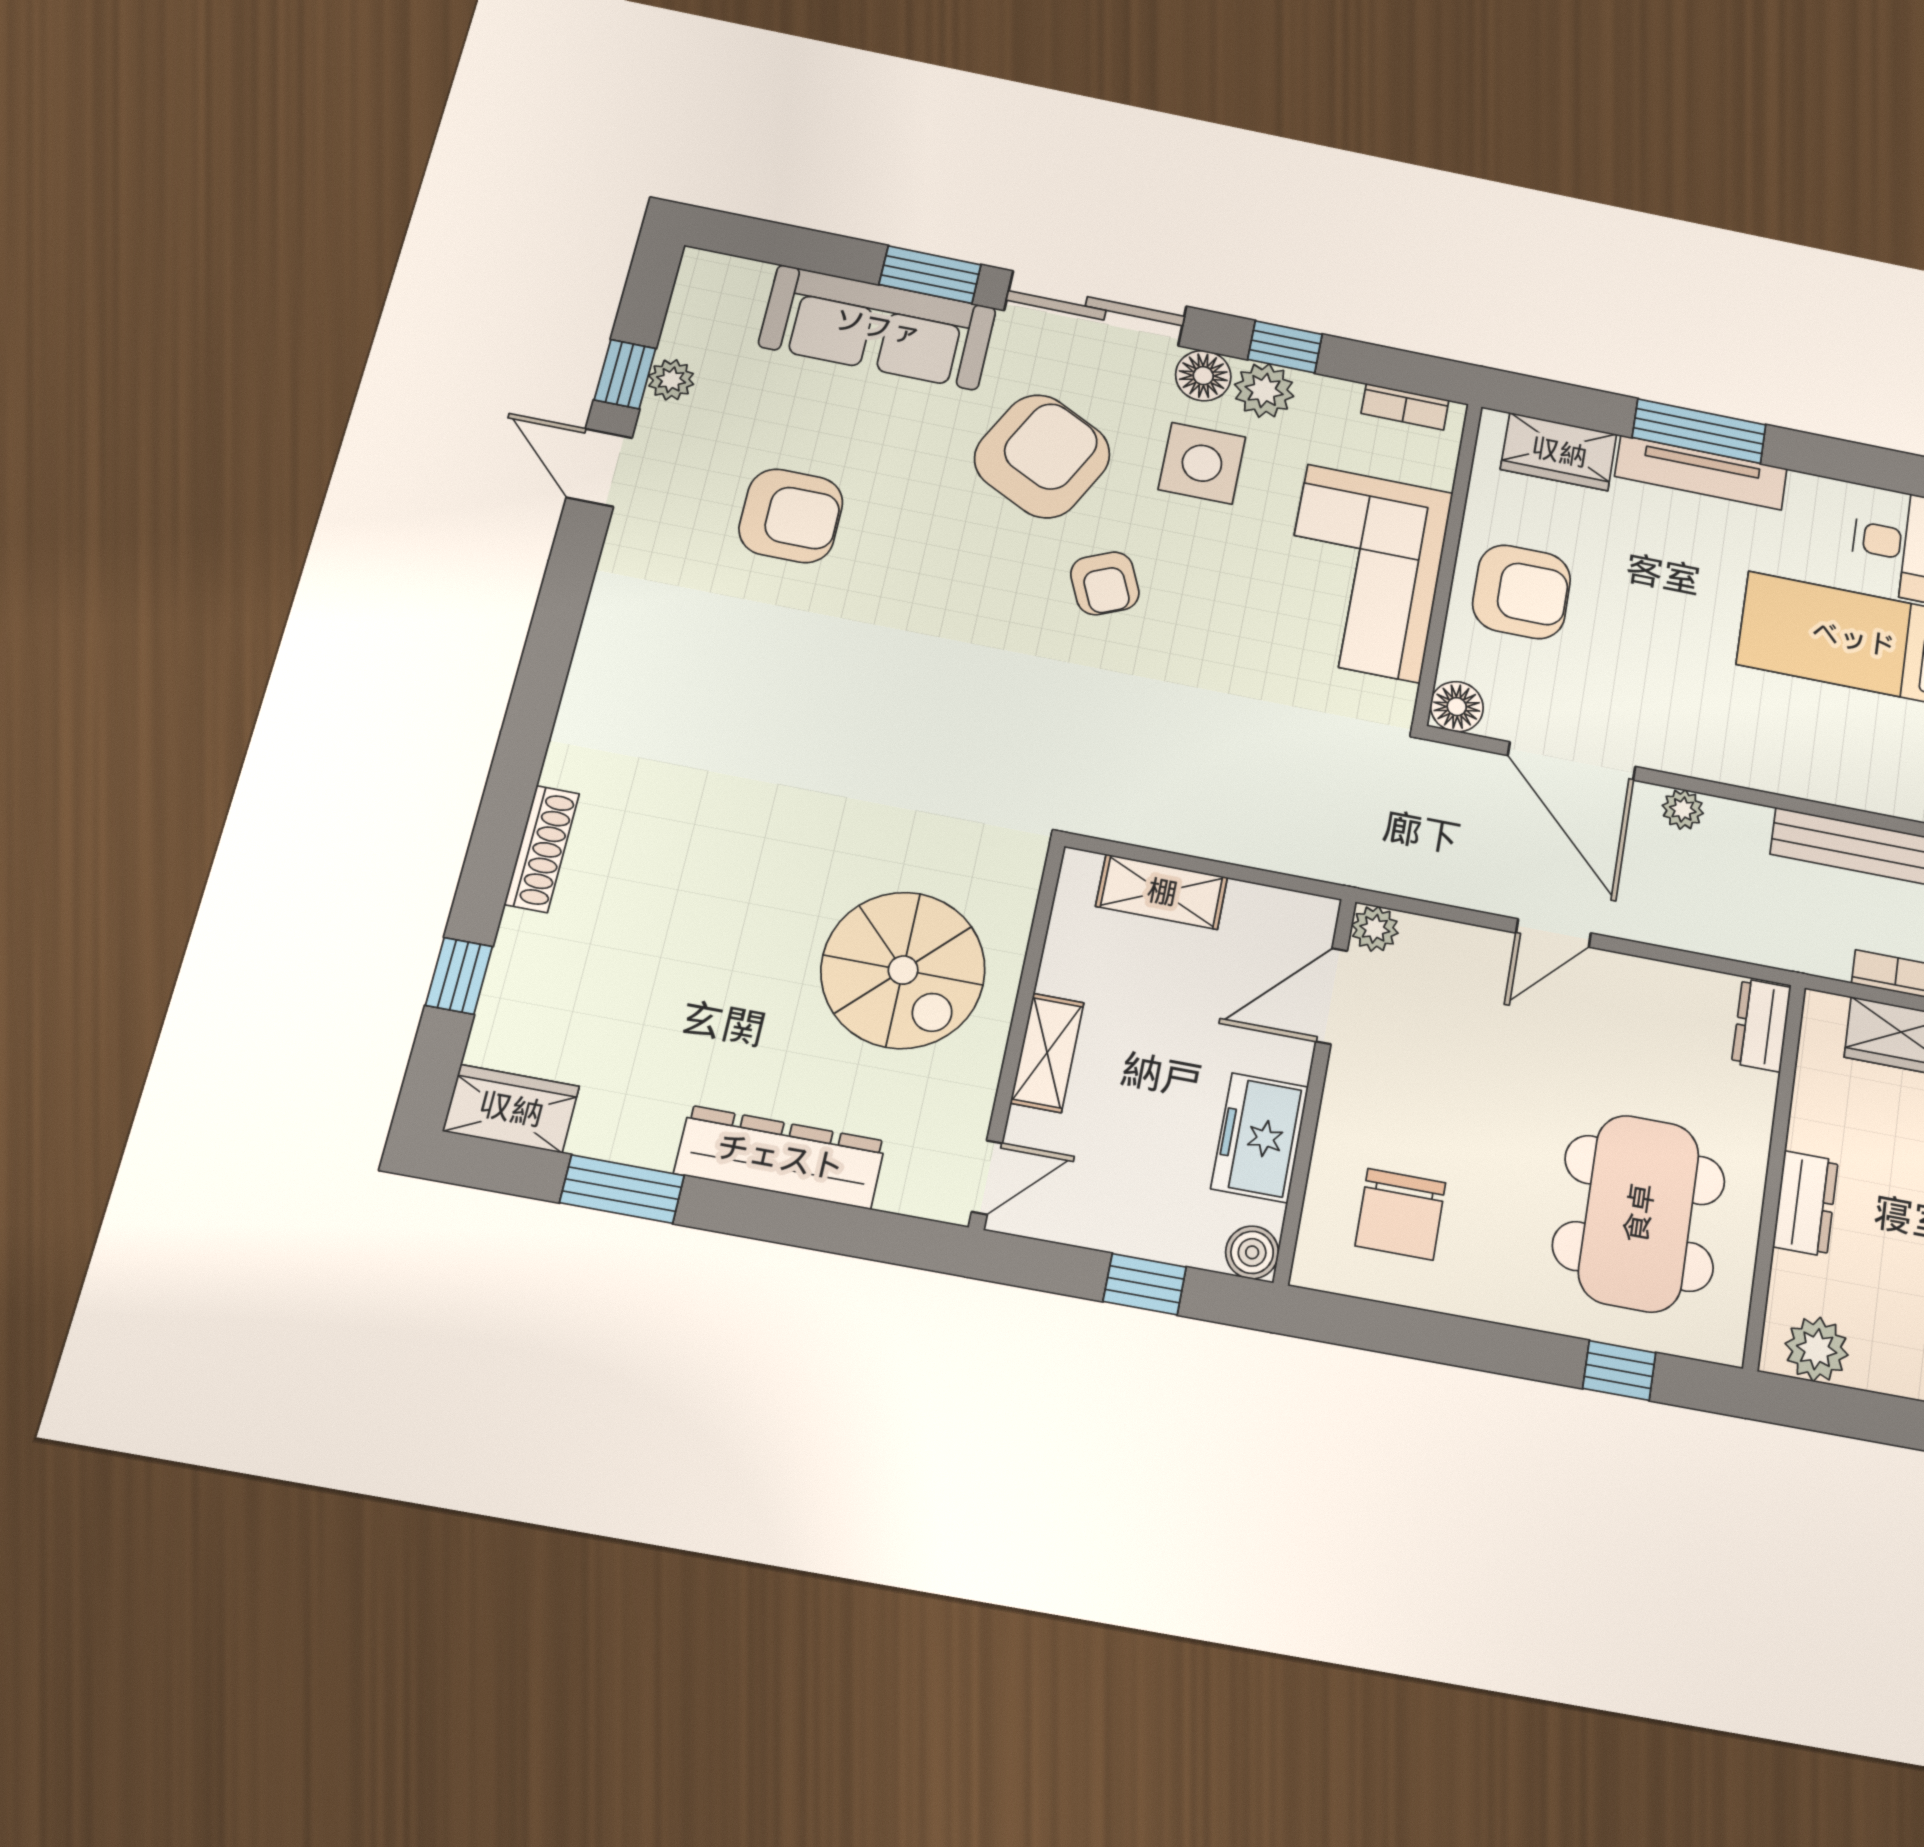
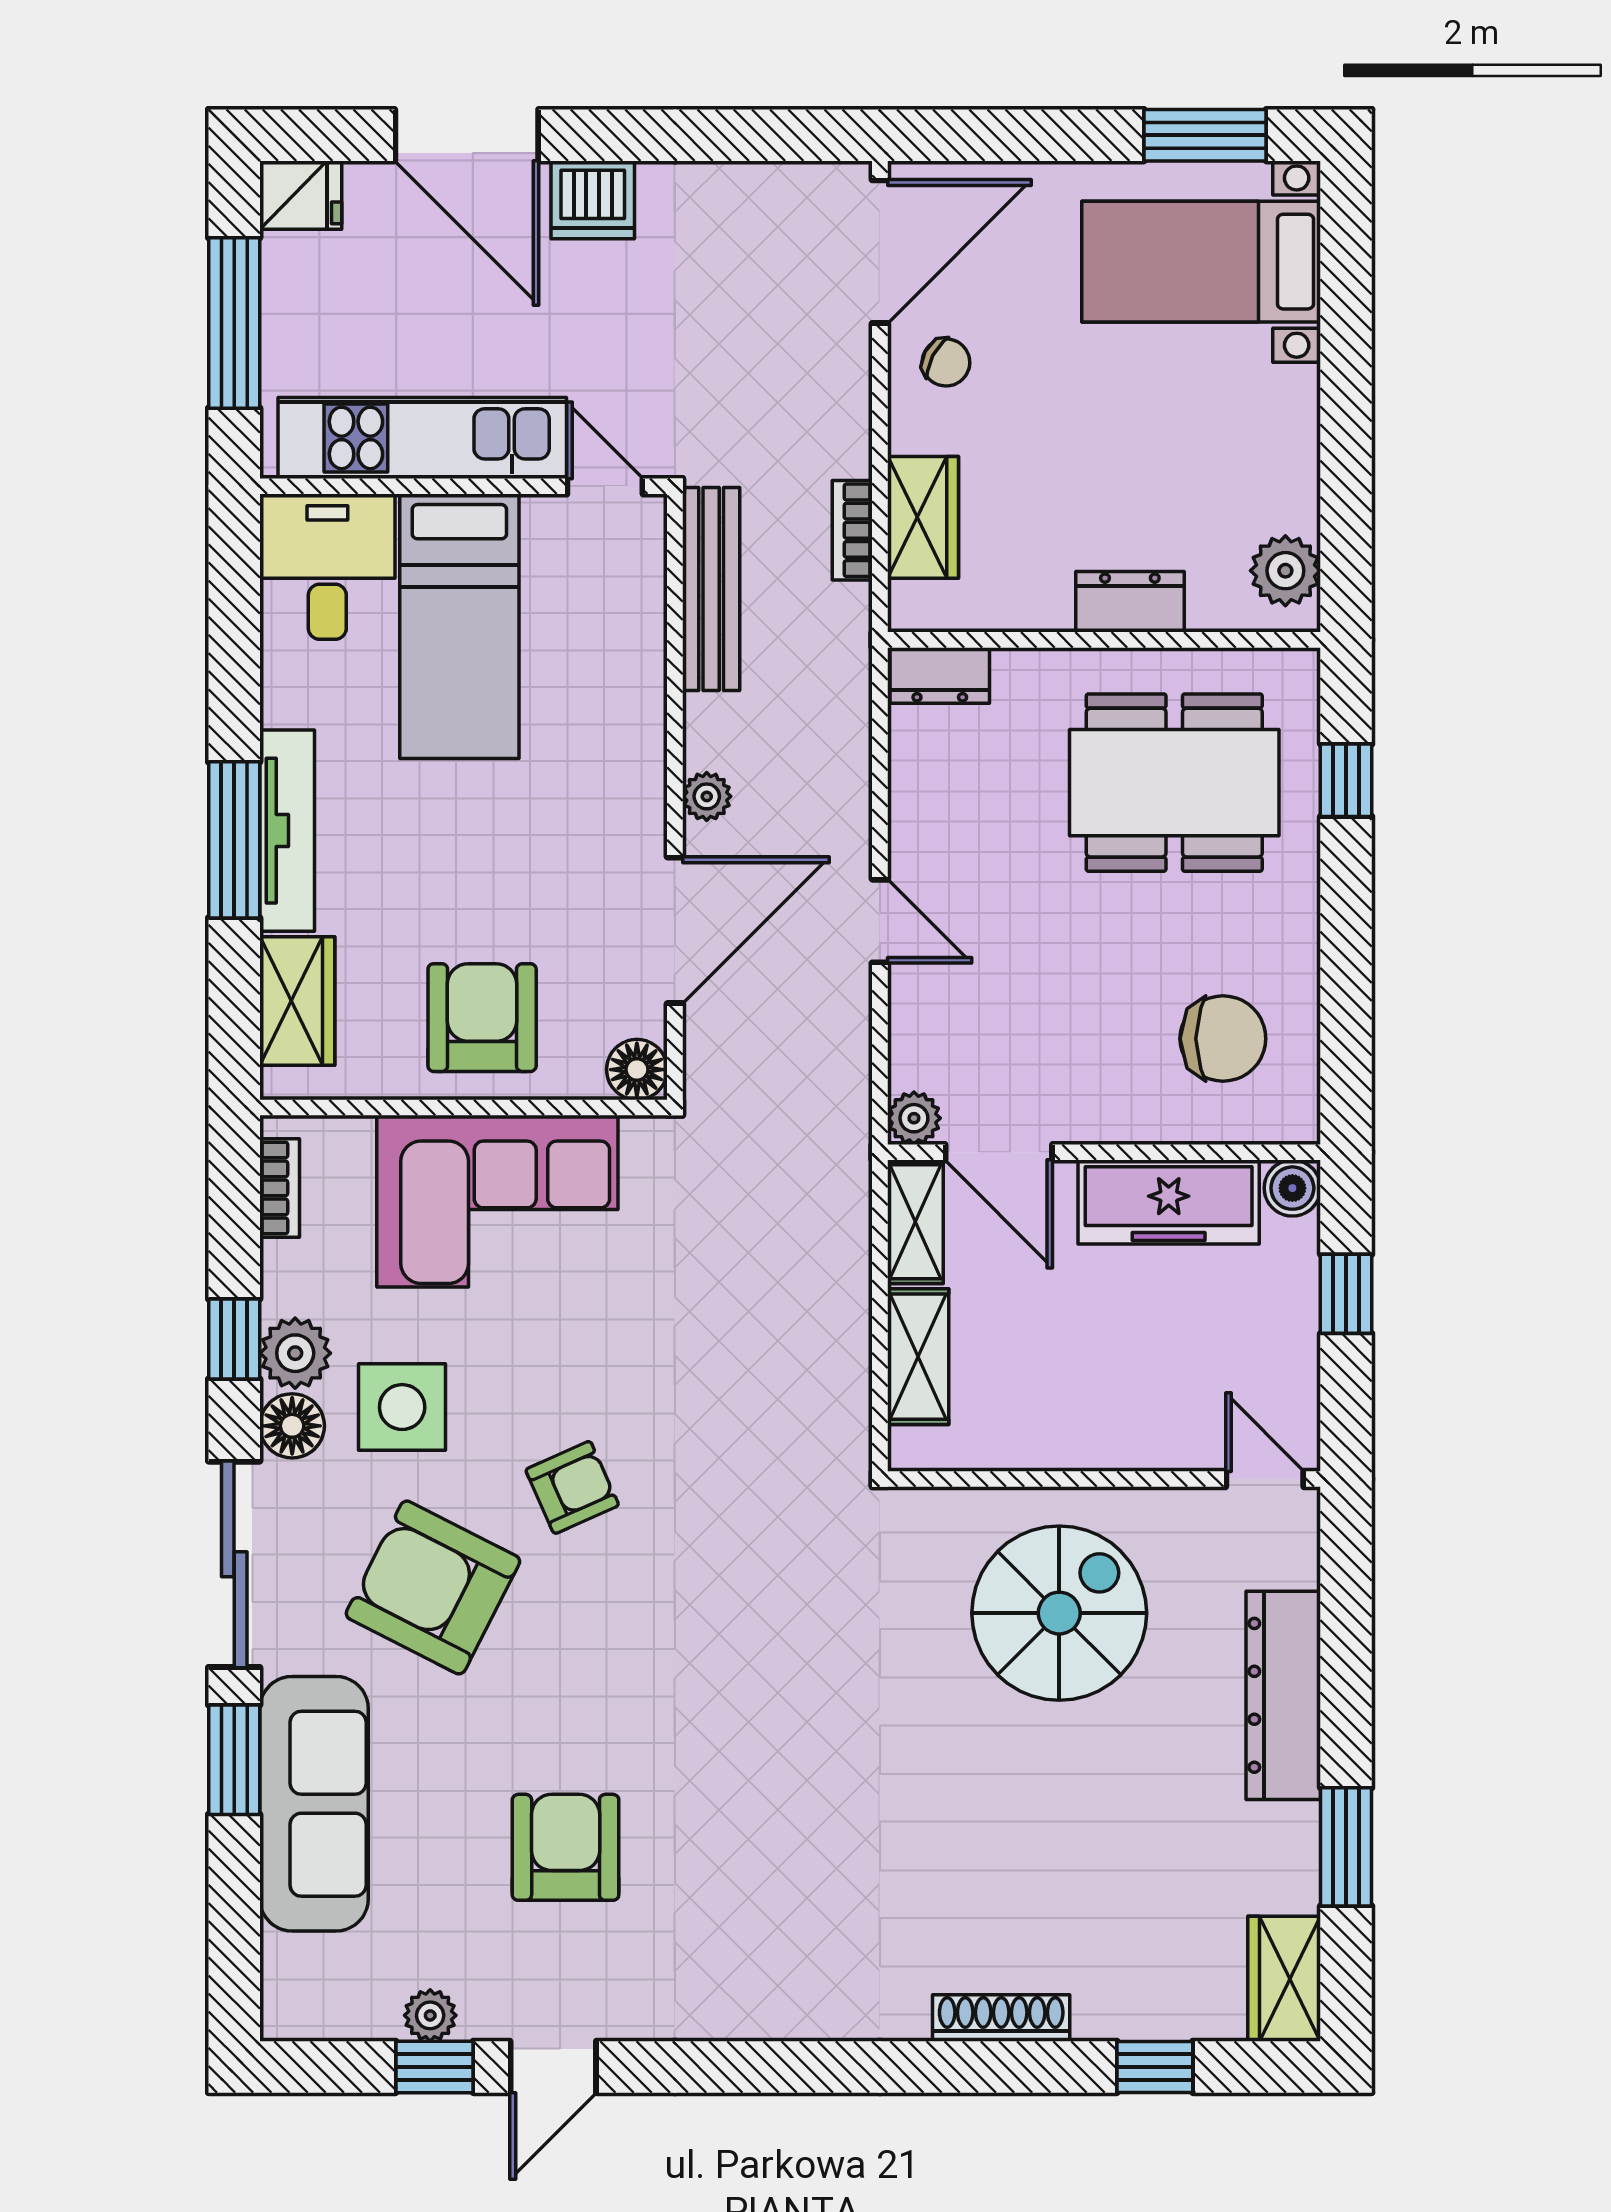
shelving: (1047, 1053) -> (915, 1222), moved, turned 90
freezer: (1260, 1138) -> (1169, 1202), width x1.40

